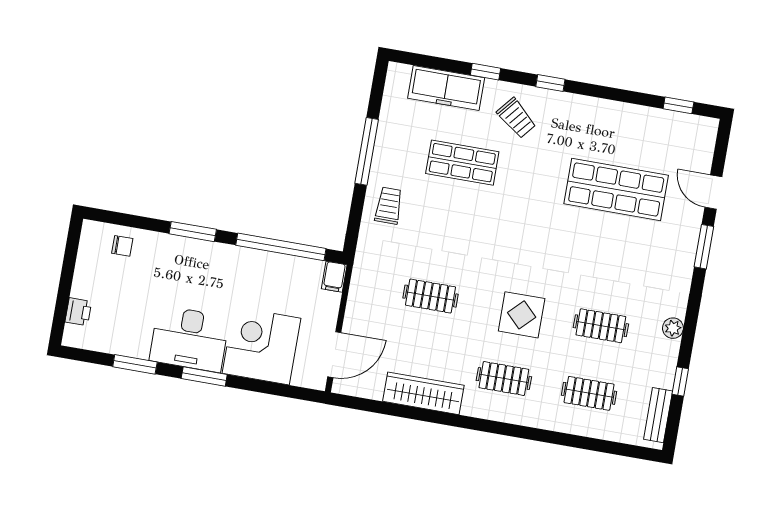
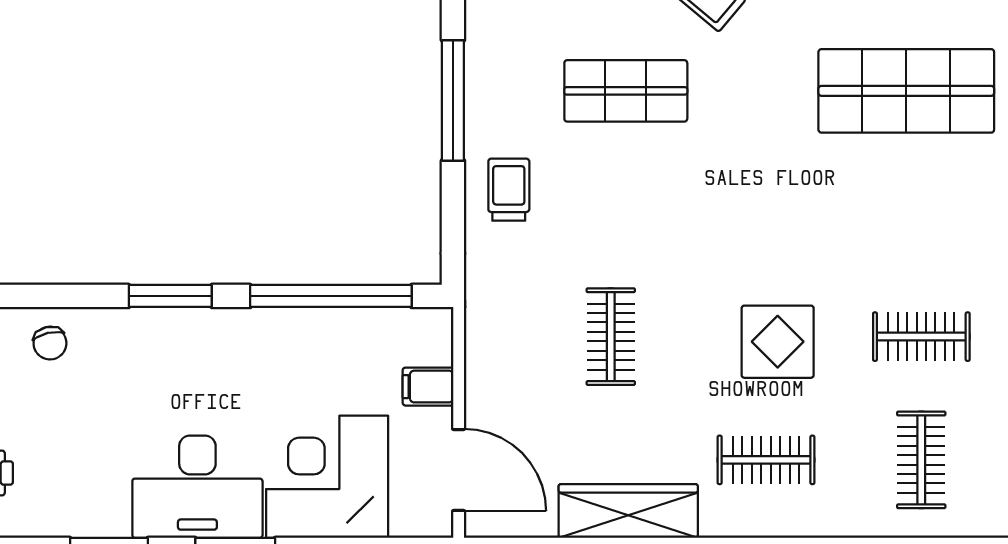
chair: (122, 246) -> (50, 343), turned 77
filing cabinet: (334, 277) -> (428, 387), moved, turned 90
clothes rail: (431, 296) -> (611, 337), turned 90
door: (334, 355) -> (459, 470), hinge flipped
clothes rail: (589, 393) -> (921, 460), turned 90

